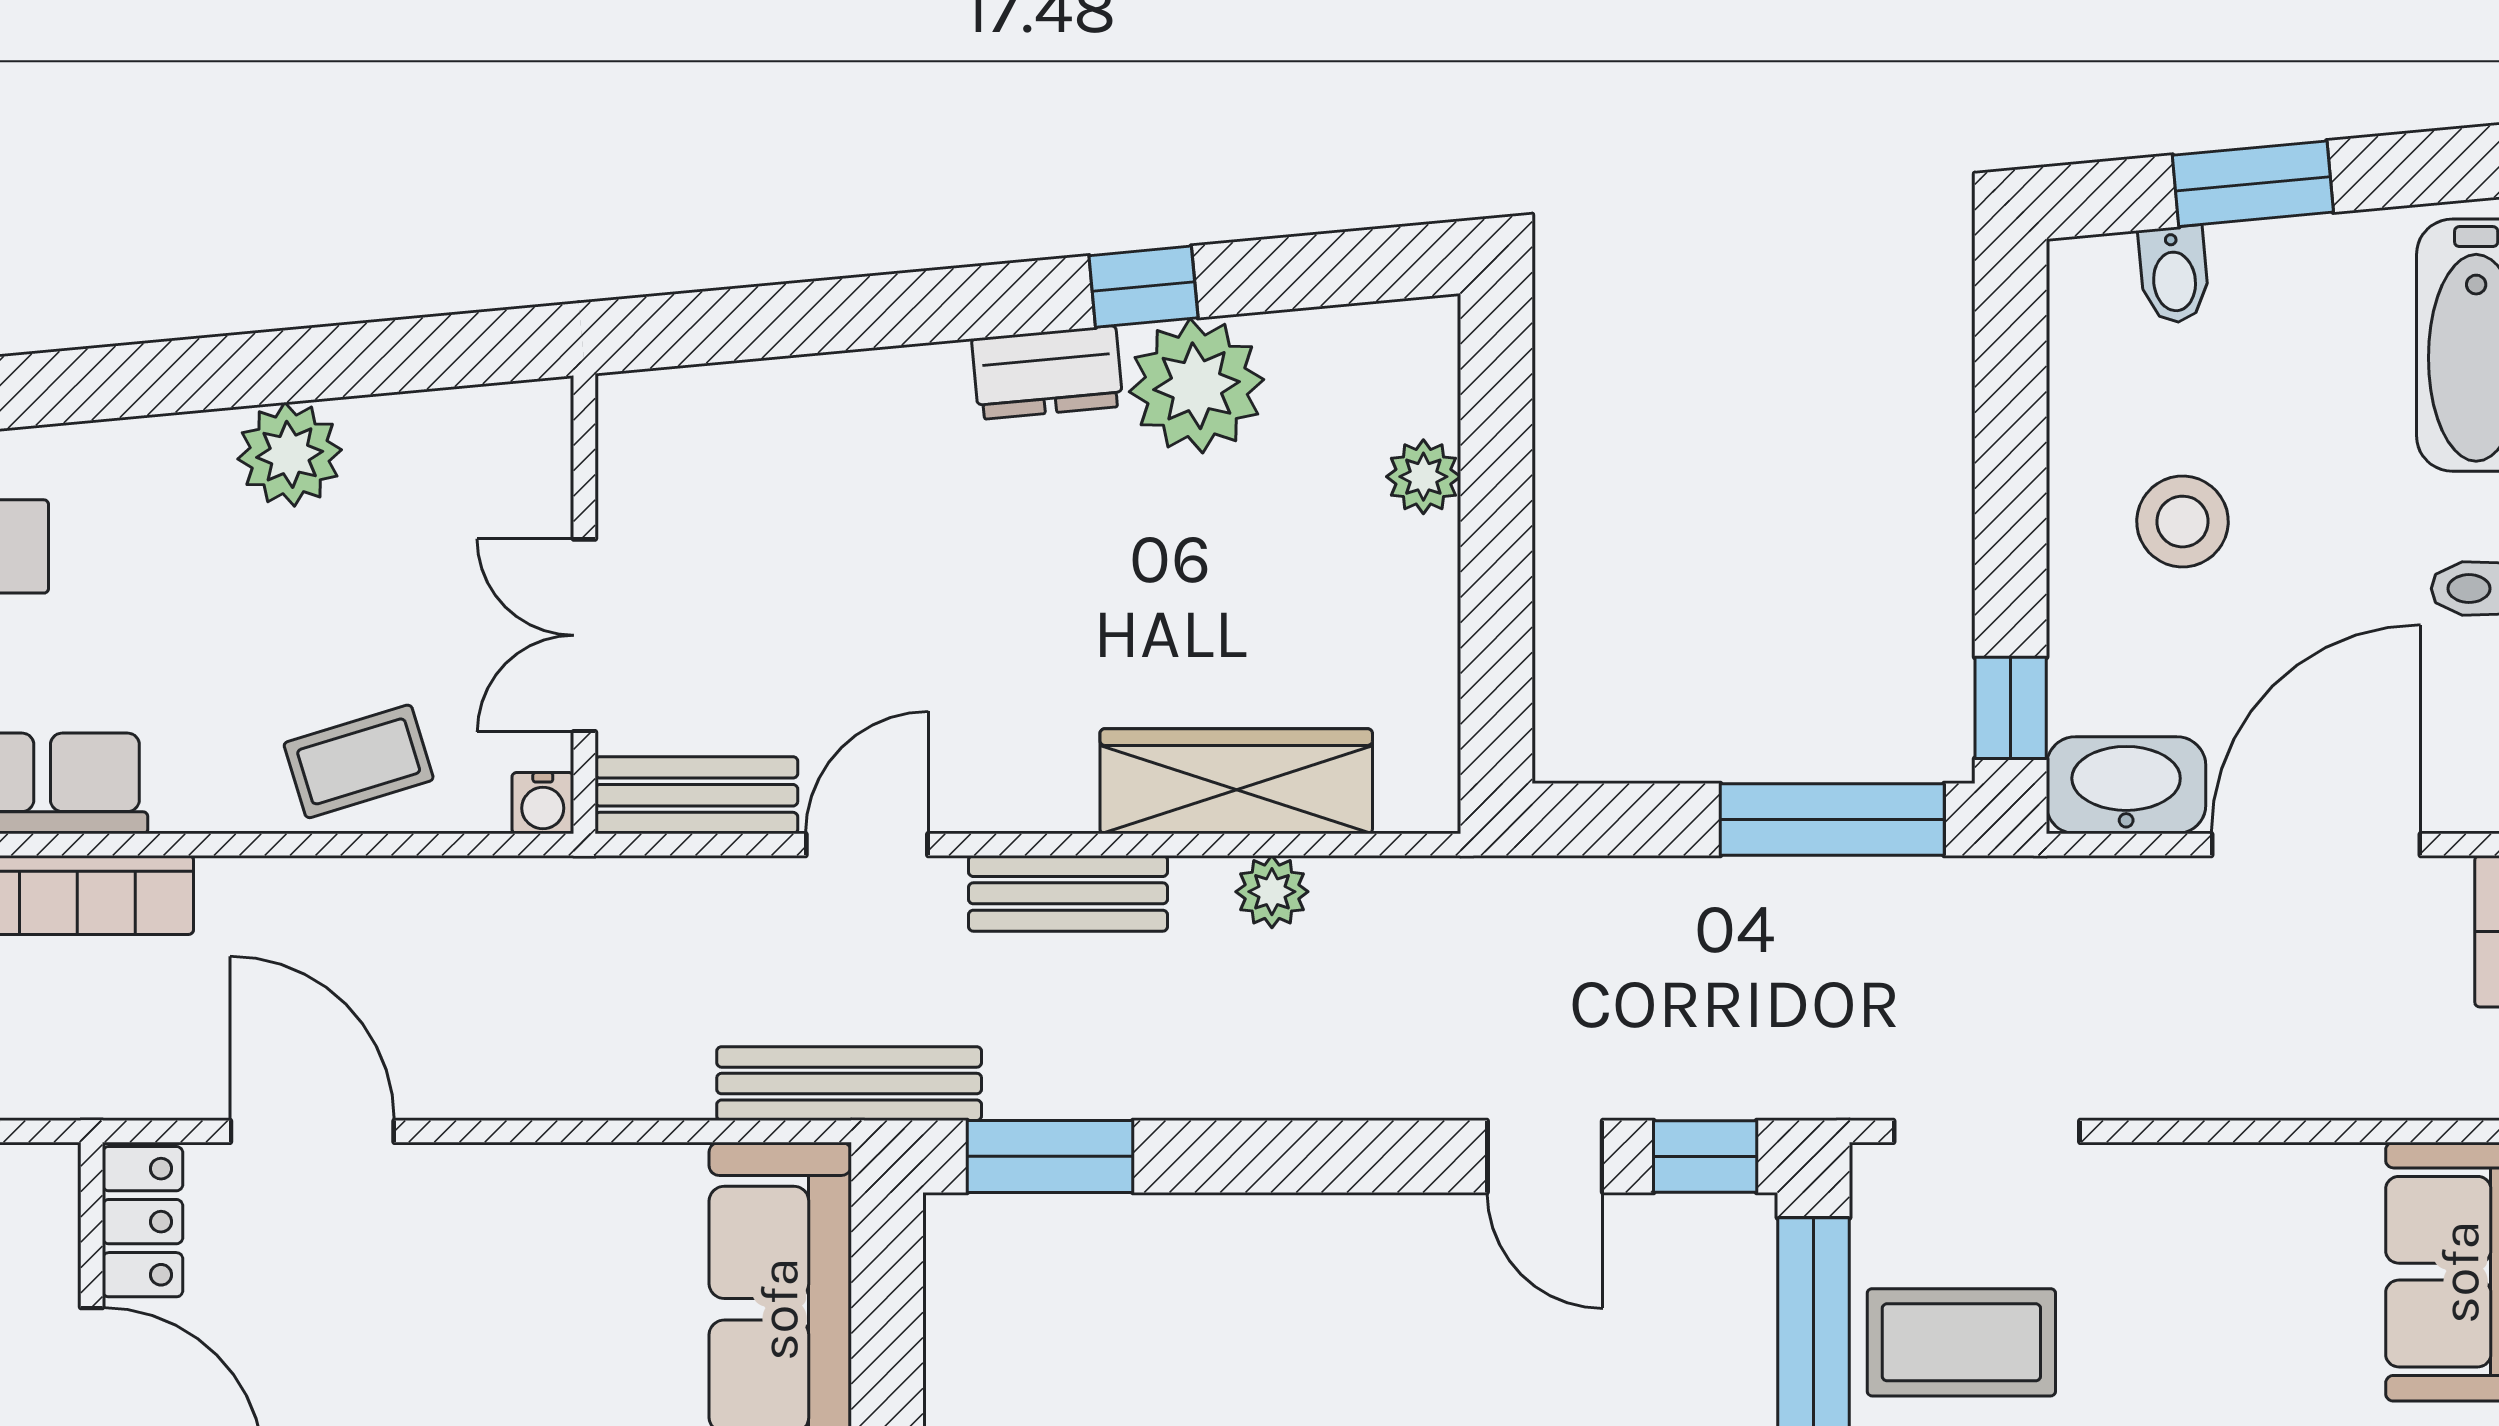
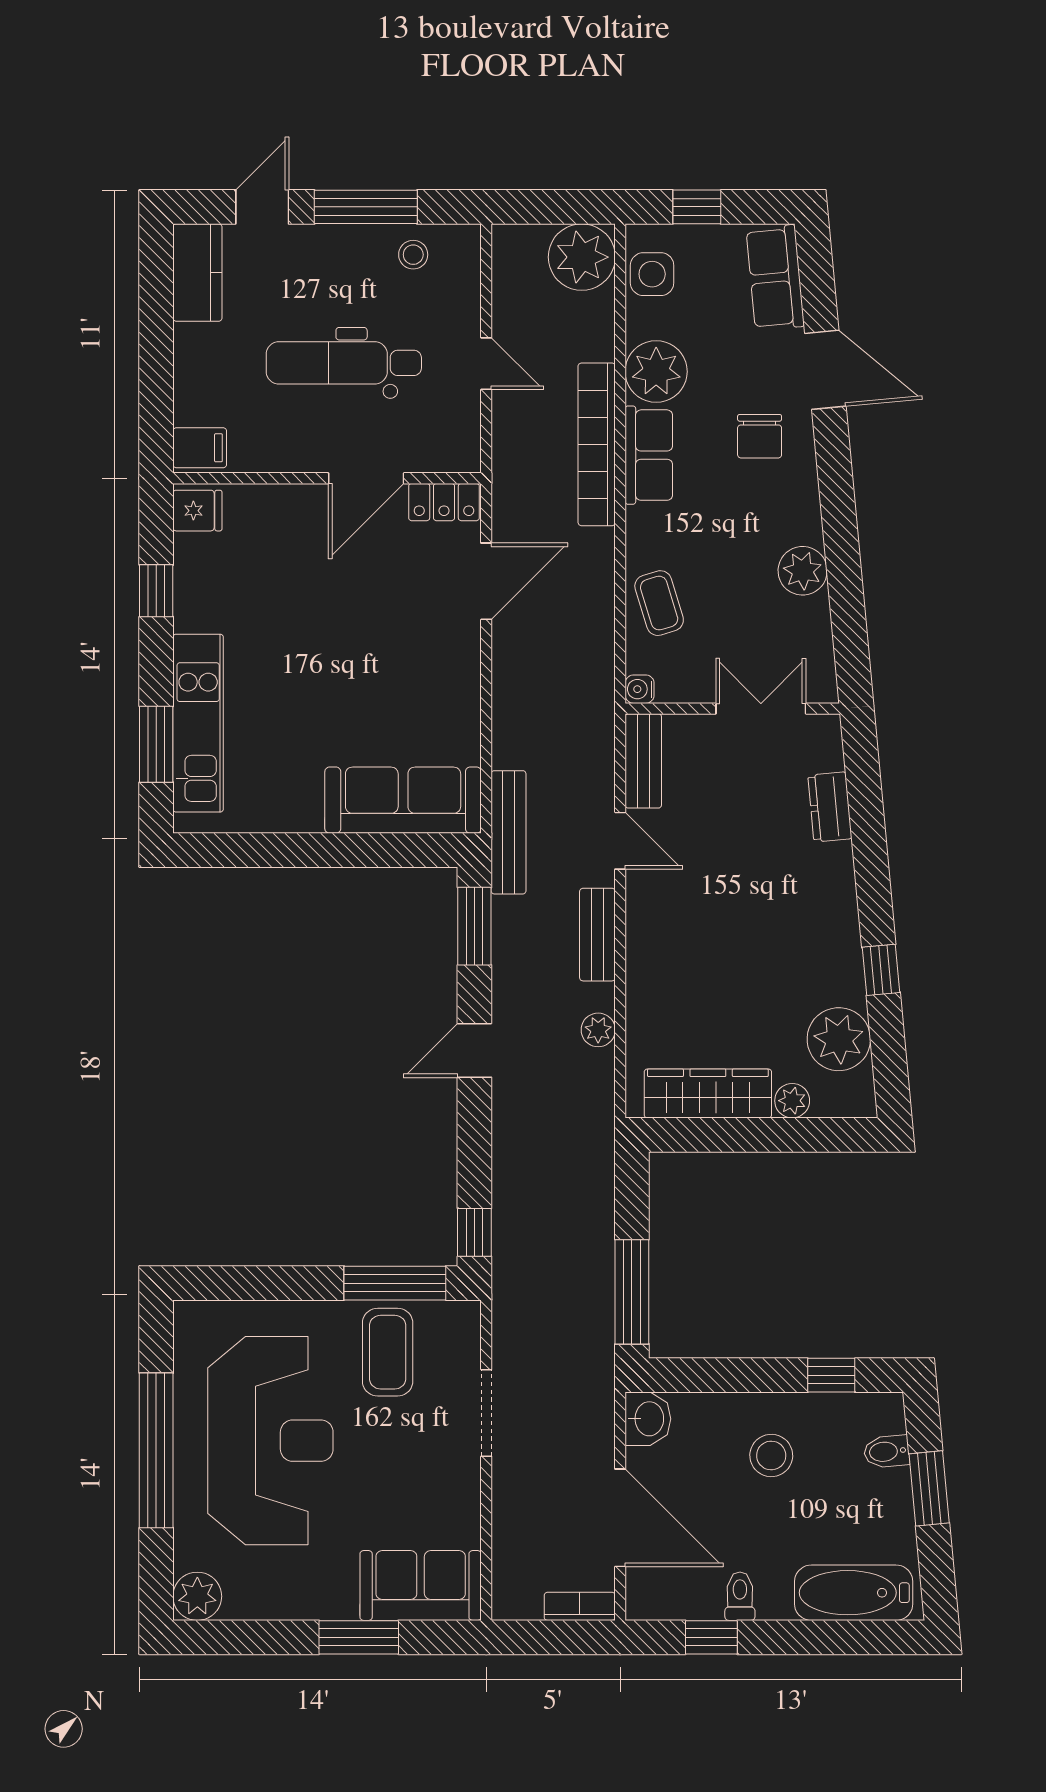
dresser: (1047, 373) -> (830, 807), moved
plant: (1196, 386) -> (839, 1039), moved
double door: (584, 635) -> (761, 709), moved
window: (2011, 708) -> (831, 1375), moved
wardrobe: (1236, 781) -> (708, 1093), moved, turned -90
washbasin: (2126, 785) -> (648, 1419), width x0.72
doorway: (1987, 1131) -> (486, 1413), moved
door: (1545, 1156) -> (474, 1050), moved

